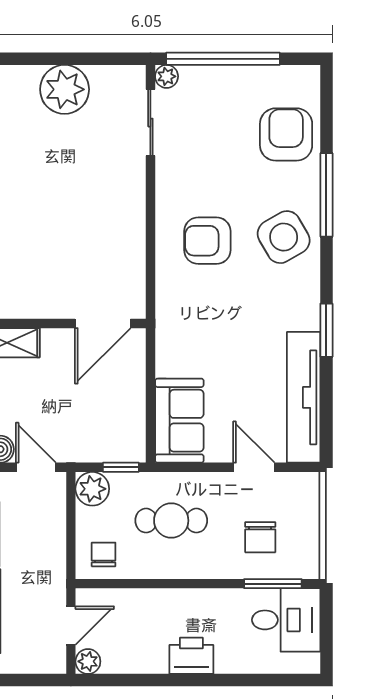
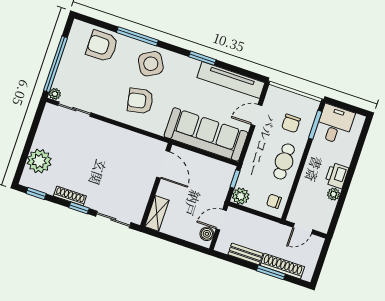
plant: (65, 89) -> (39, 161), moved
armchair: (207, 241) -> (140, 101), turned 79
sofa: (179, 421) -> (206, 134), width x1.85, depth x1.27
cafe table: (171, 521) -> (284, 161), moved
chair: (260, 537) -> (291, 123), turned 90
door: (71, 626) -> (303, 228), swing flipped
plant: (88, 661) -> (334, 194), moved

